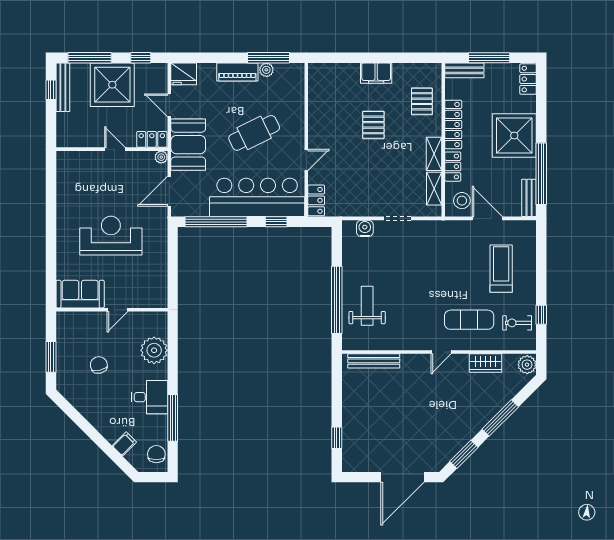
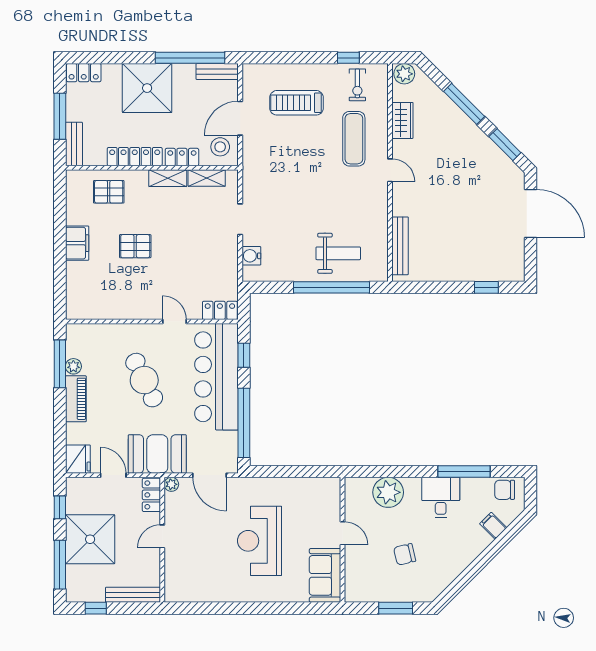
bench: (63, 87) -> (133, 595), moved
door: (169, 105) -> (113, 475), swing flipped
weight bench: (367, 306) -> (338, 253), turned 180

